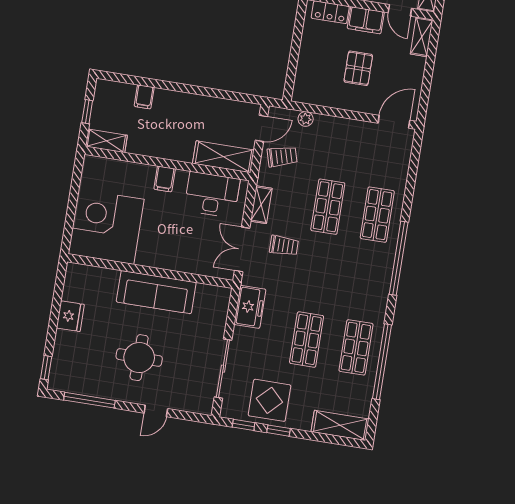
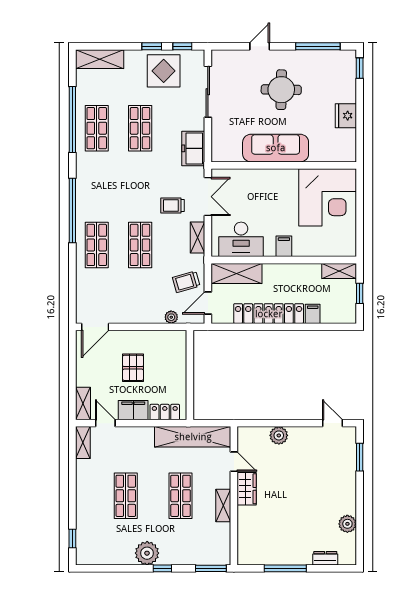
locker: (194, 105) -> (269, 314), added

